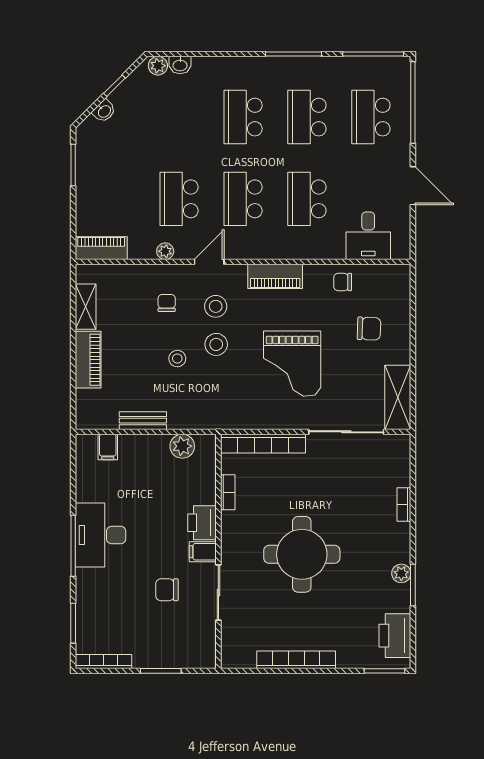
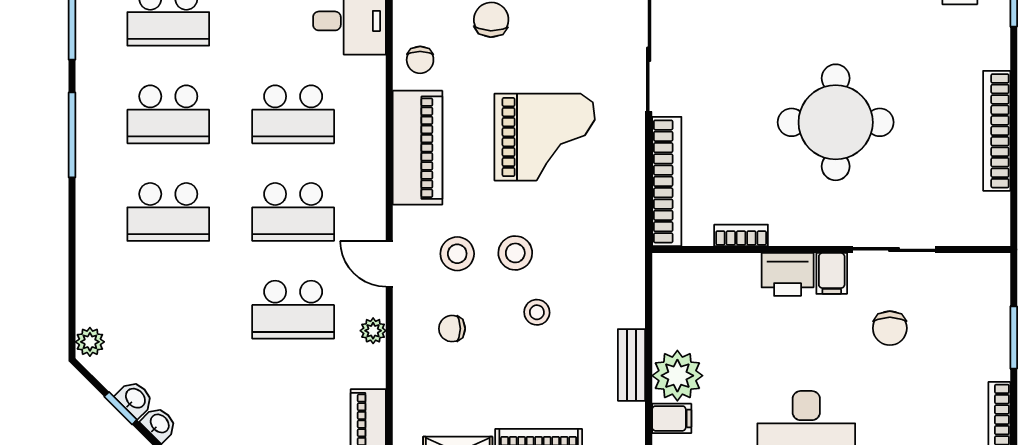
washbasin: (180, 65) -> (135, 399), moved, turned -45
piano: (275, 276) -> (418, 148), width x1.37, depth x1.33
plant: (182, 446) -> (677, 376), moved, width x1.36, depth x1.36

